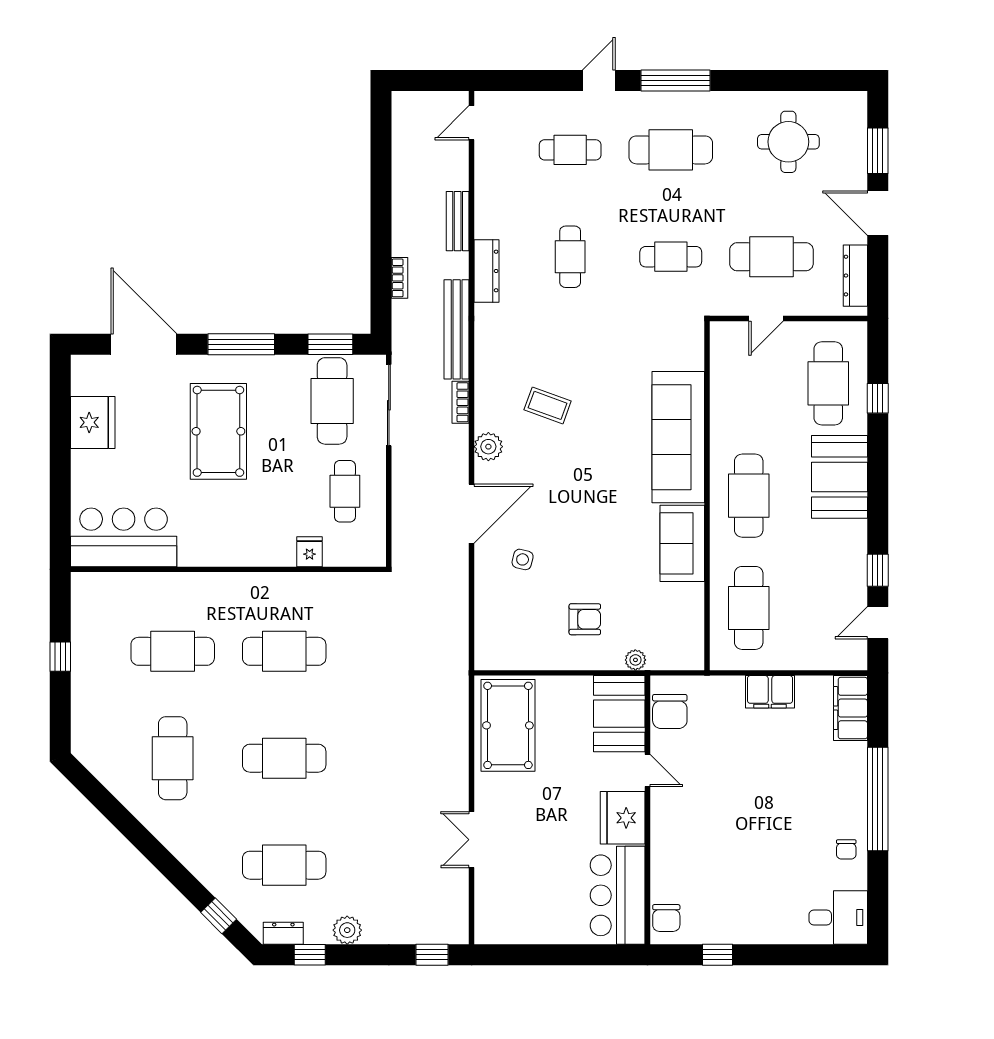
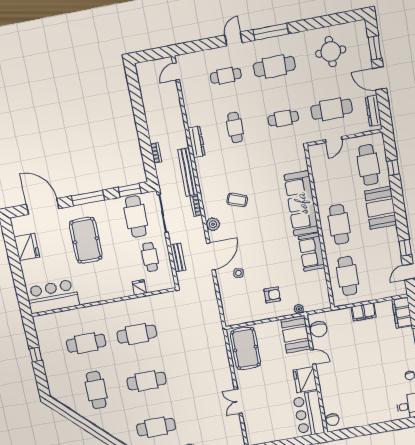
bench: (458, 221) -> (178, 258), moved
window: (717, 955) -> (358, 431), removed

